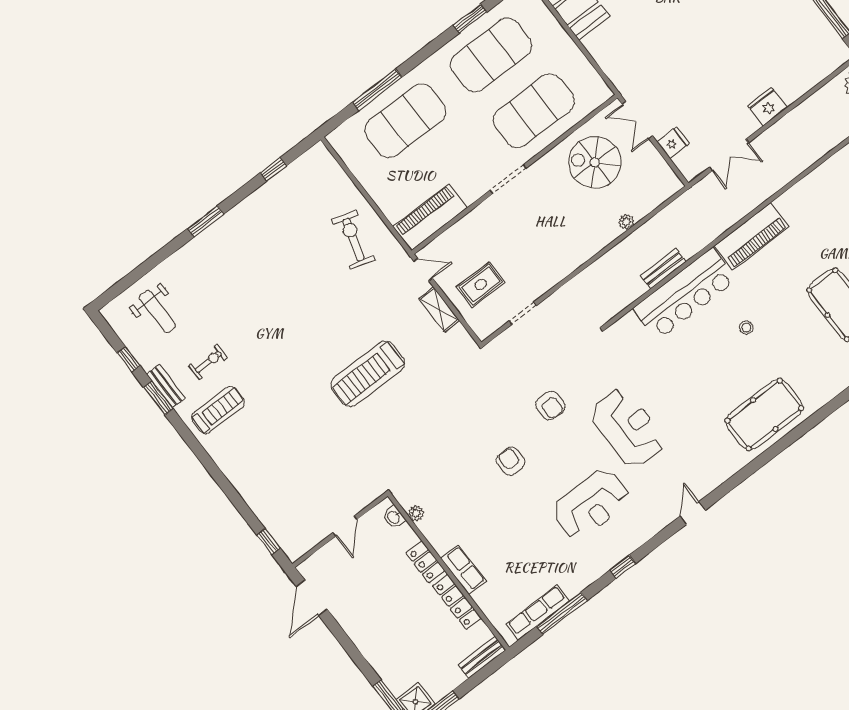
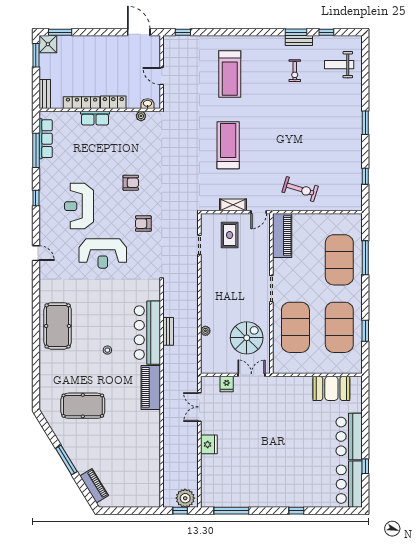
treadmill: (218, 410) -> (230, 74), moved, width x1.37, depth x1.38

